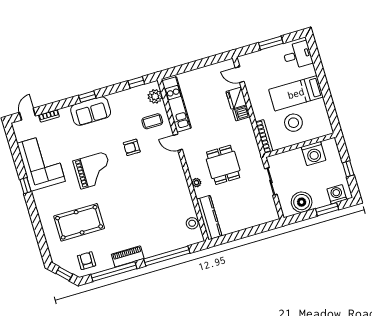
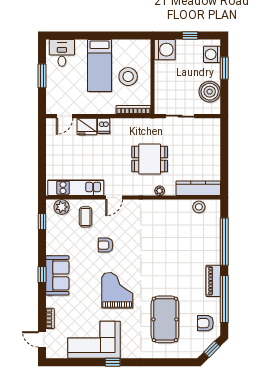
armchair: (132, 147) -> (106, 245), turned 90
washing machine: (314, 154) -> (165, 50), moved

